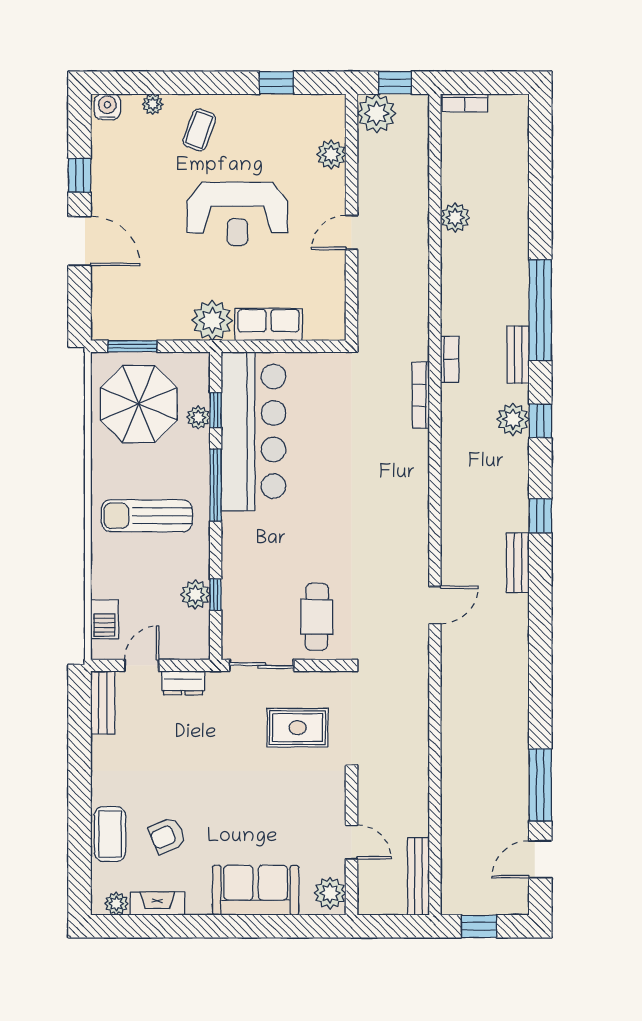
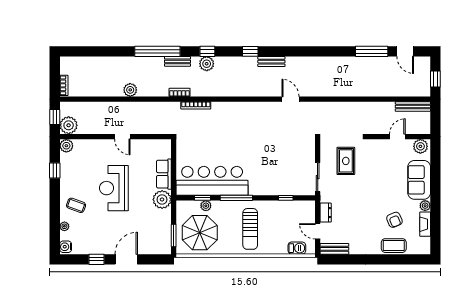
plant: (331, 155) -> (66, 146), moved
reception desk: (237, 214) -> (114, 188), turned 180
plant: (455, 218) -> (130, 90), moved
plant: (195, 595) -> (286, 207), removed
cafe table: (317, 617) -> (296, 152), removed
plant: (116, 904) -> (425, 206), moved

